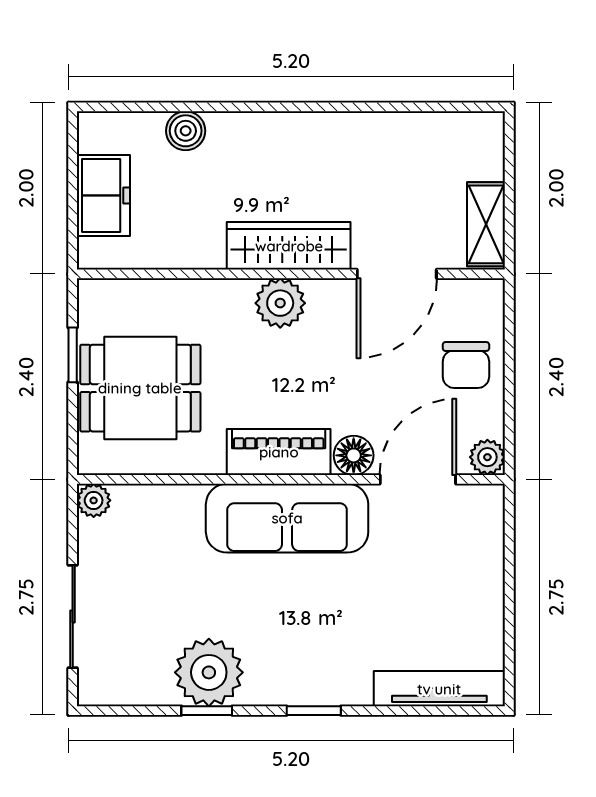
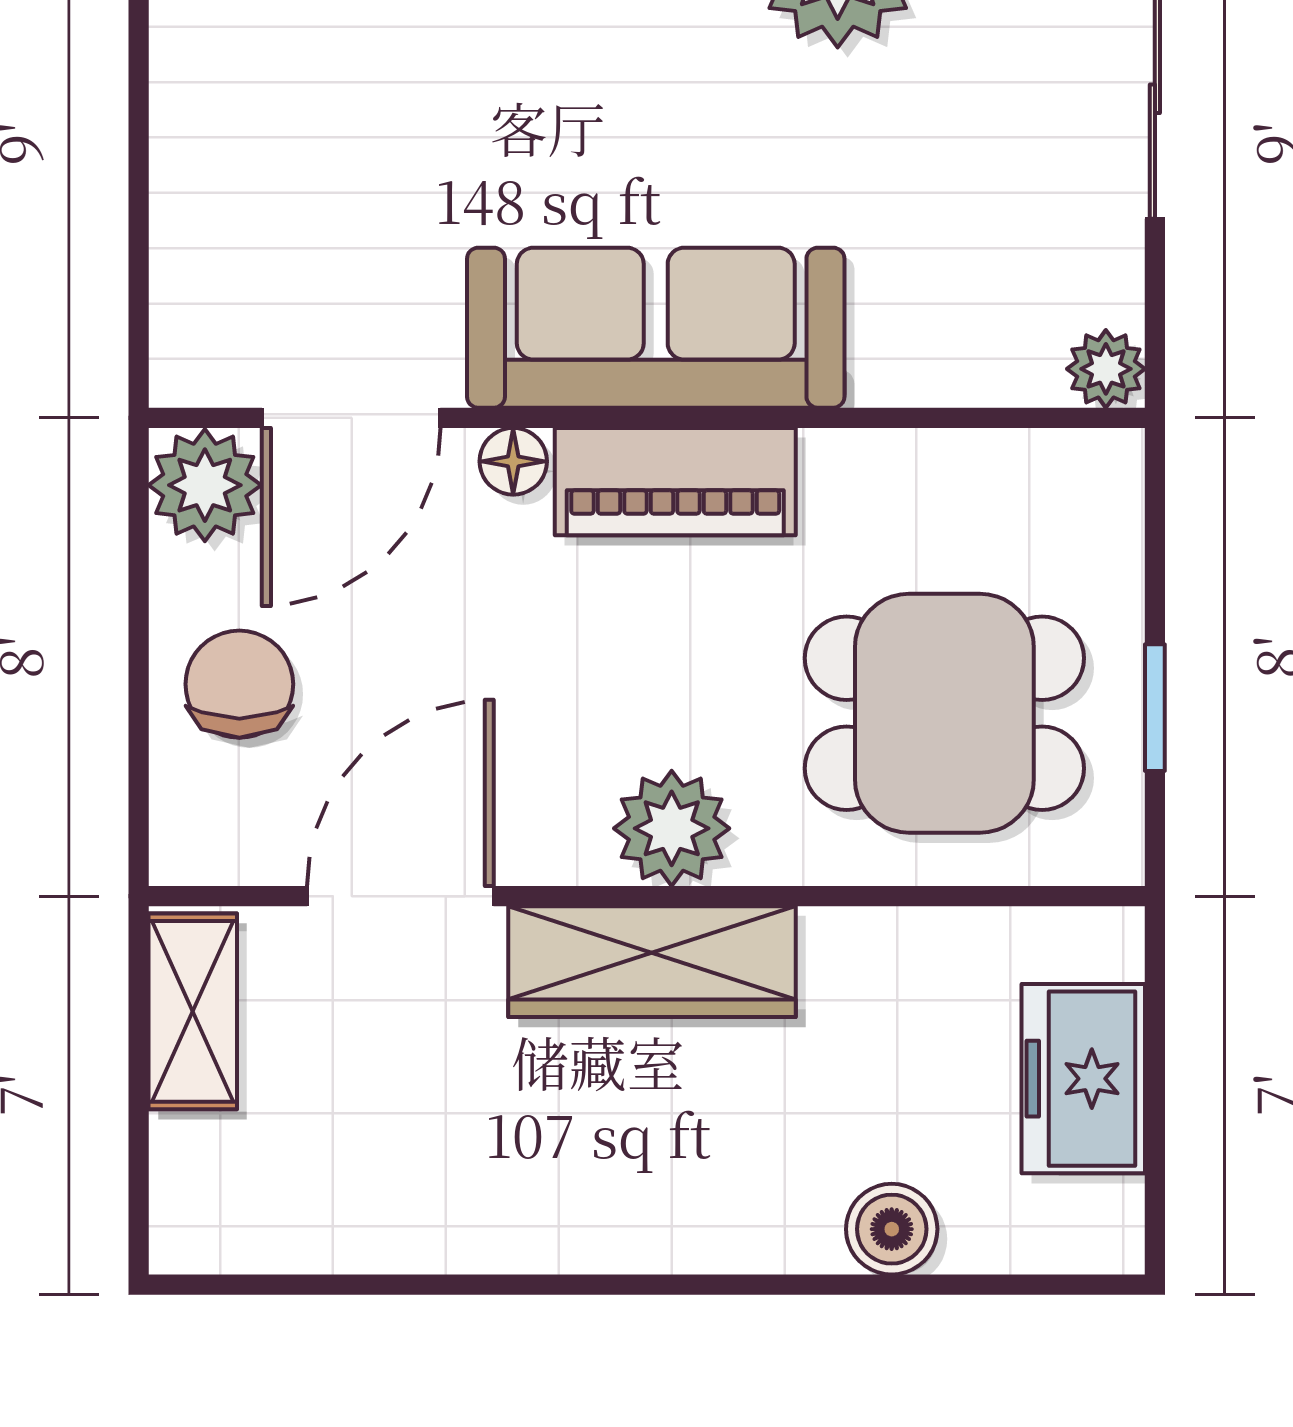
dining table: (140, 388) -> (944, 713), moved
floor lamp: (354, 455) -> (513, 461), width x0.73, depth x0.73
plant: (487, 457) -> (205, 485), width x1.38, depth x1.38

